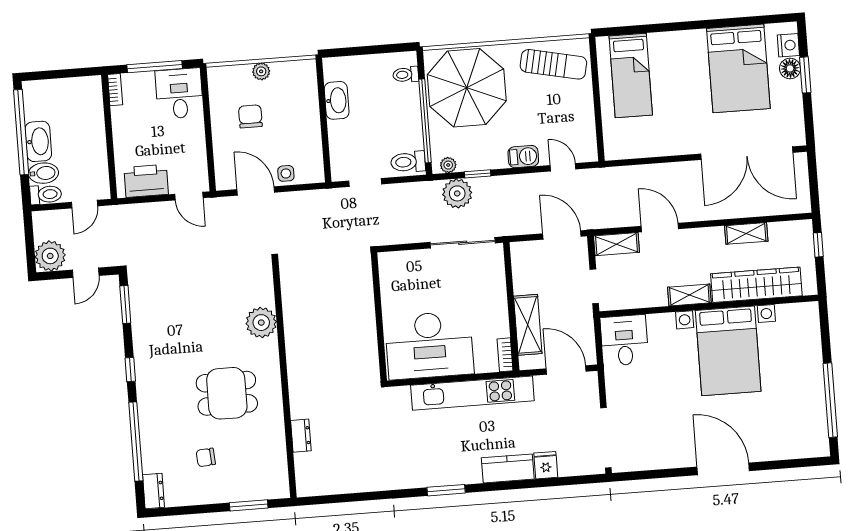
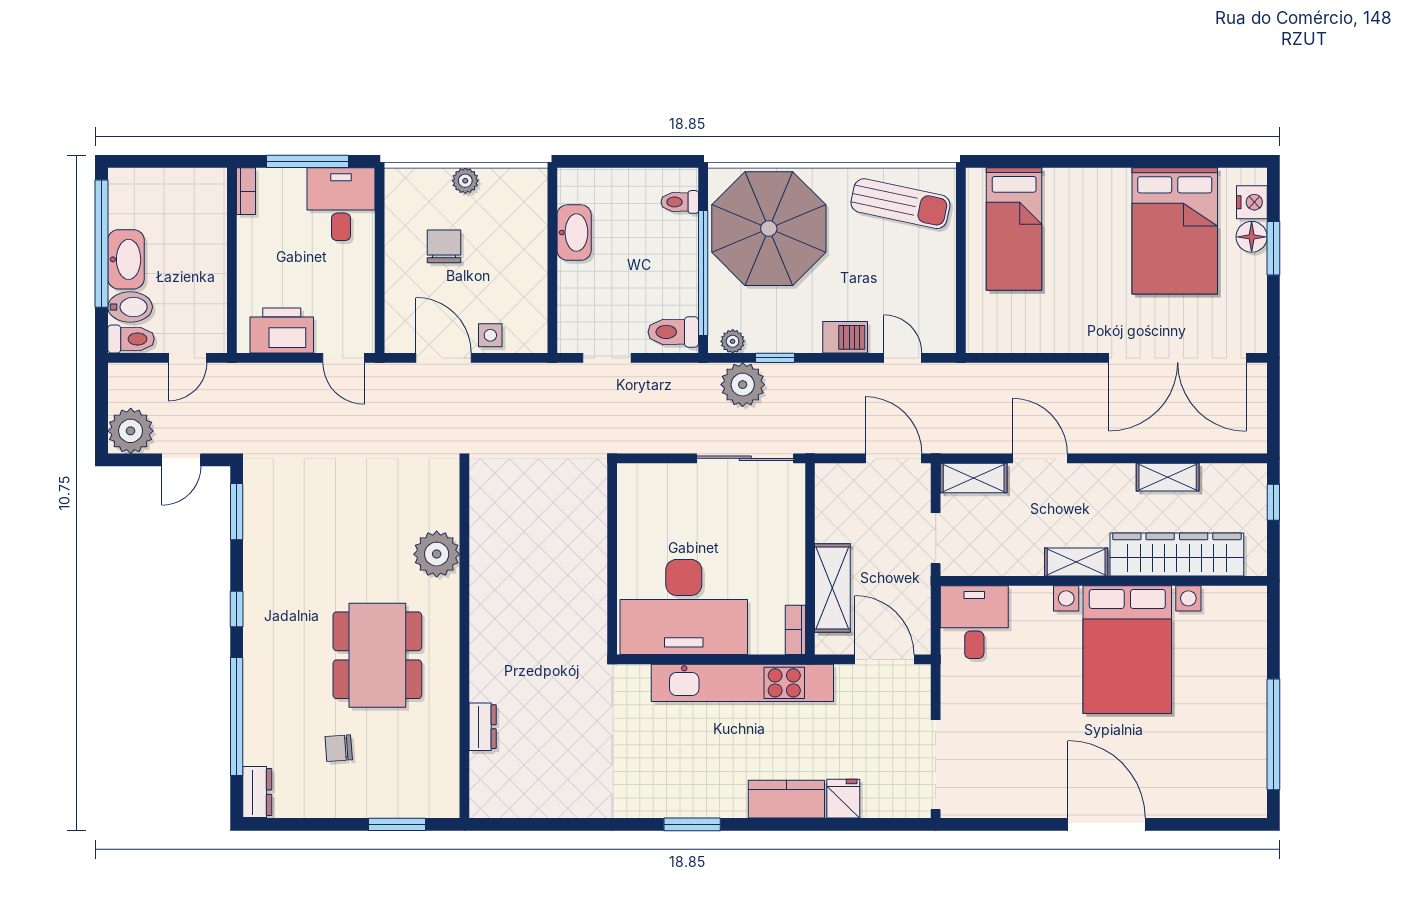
dining table: (227, 393) -> (377, 655), width x1.37

